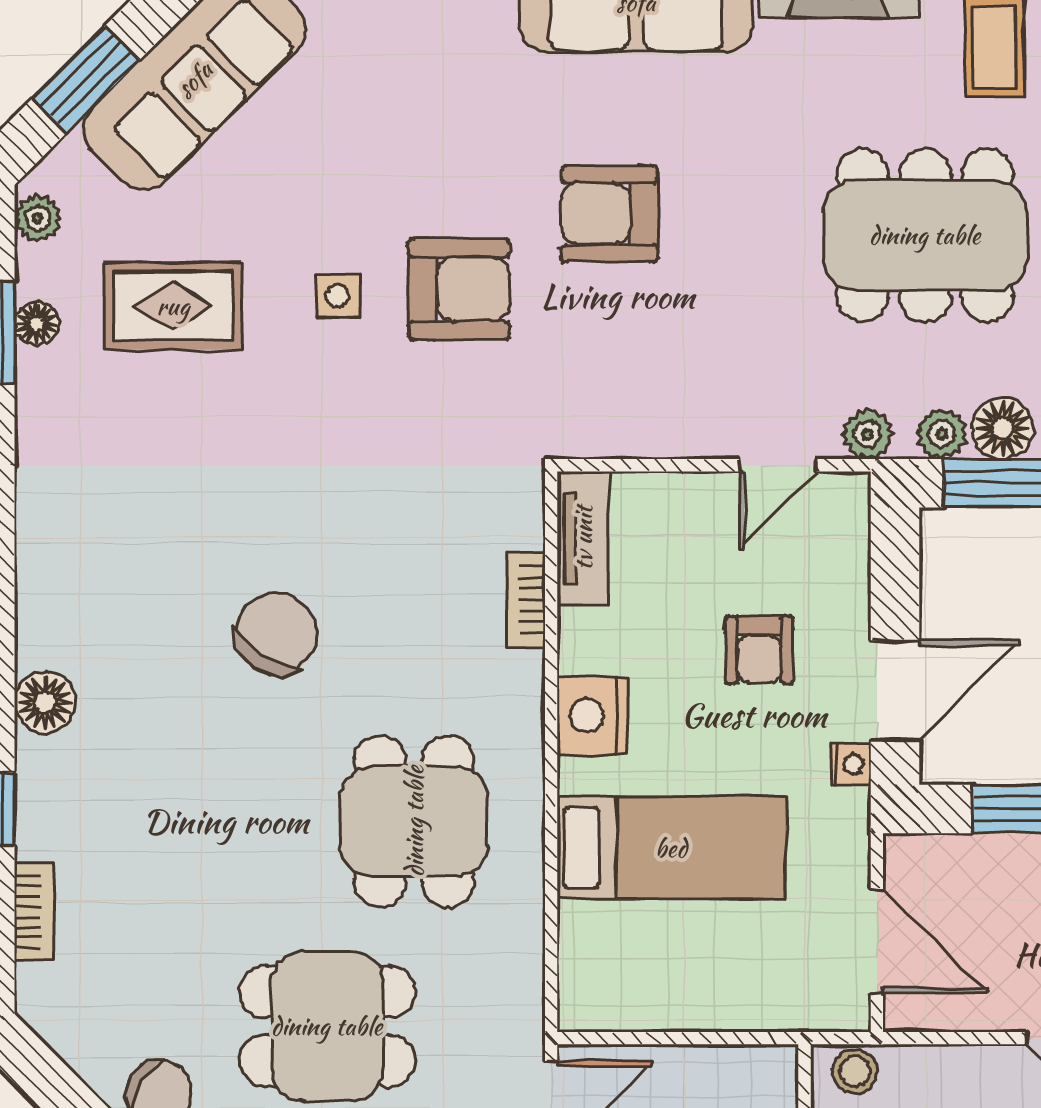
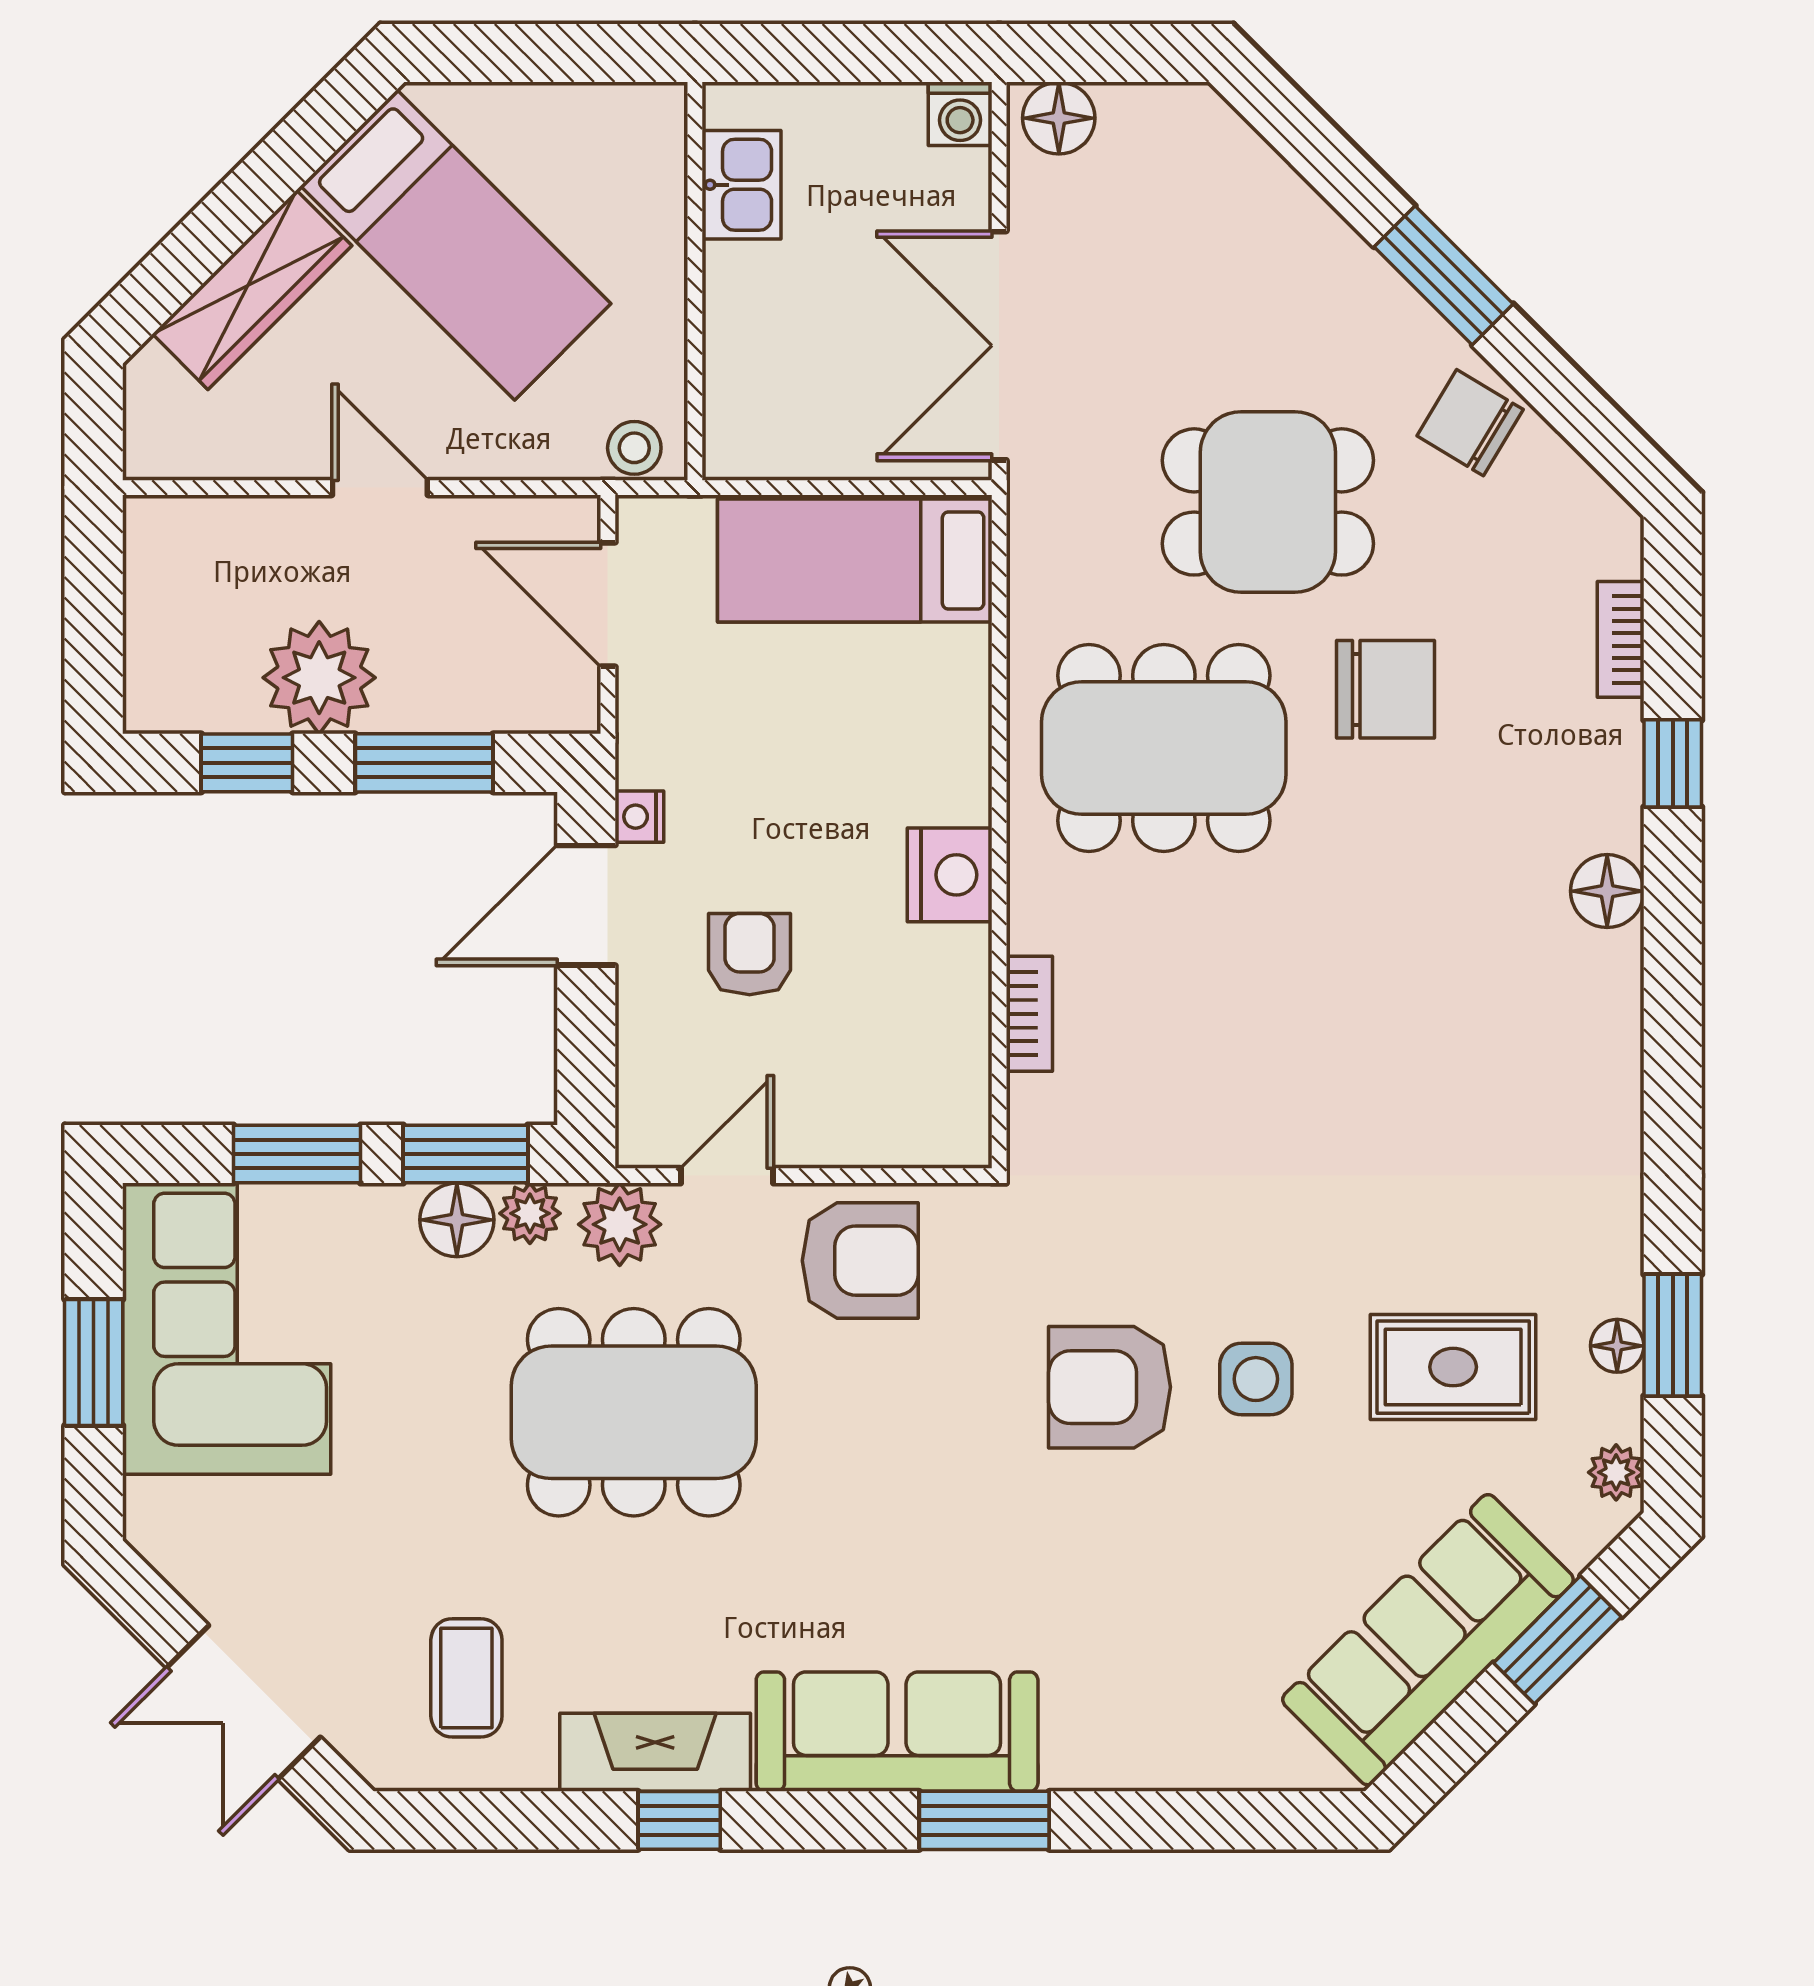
armchair: (609, 214) -> (860, 1261), moved
dining table: (925, 235) -> (634, 1412), moved
side table: (337, 296) -> (1256, 1379), width x1.37, depth x1.37
plant: (867, 434) -> (620, 1224), width x1.38, depth x1.38
tv unit: (583, 538) -> (961, 1088), removed
chair: (276, 634) -> (1386, 689), moved, turned -123
dining table: (414, 821) -> (1164, 748), width x1.37
bed: (671, 848) -> (855, 560), moved

